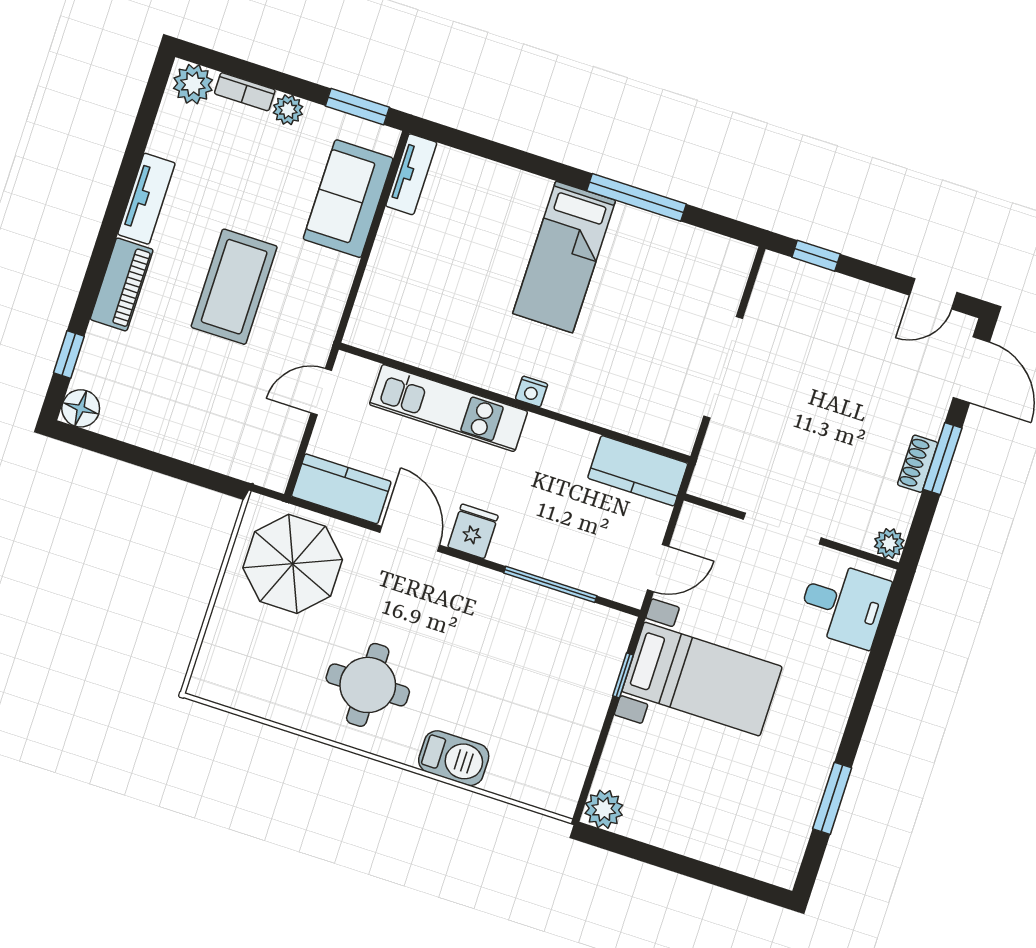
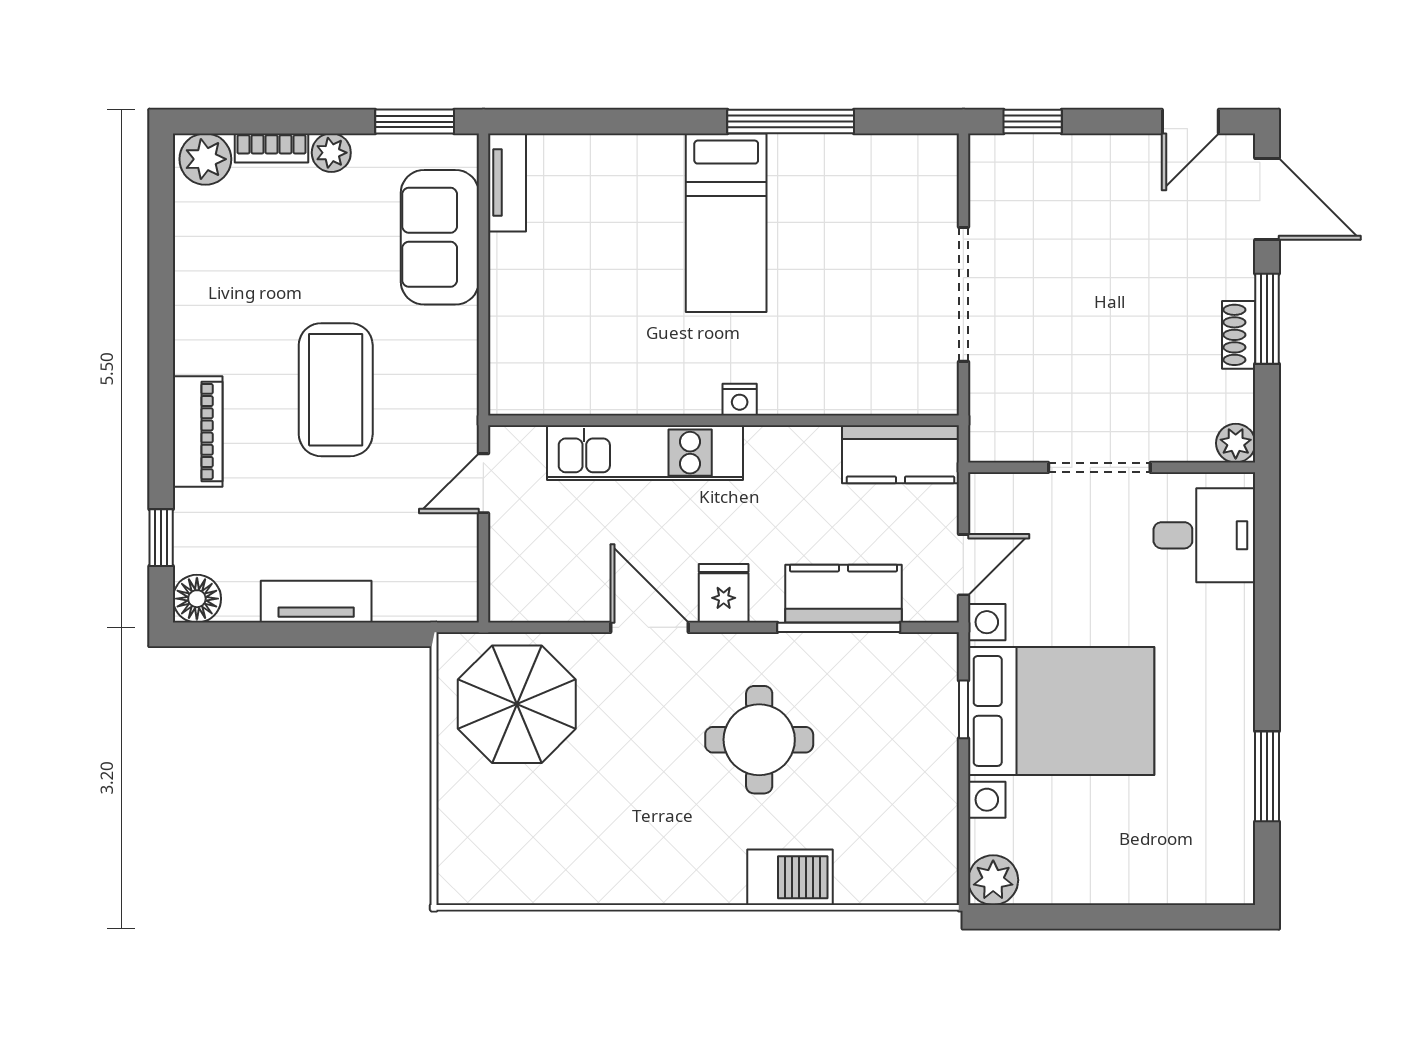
tv unit: (146, 199) -> (316, 602), moved, turned -90
kitchen counter: (341, 489) -> (843, 594), moved
bed with nightstands: (702, 679) -> (1061, 711), width x1.36
round table: (368, 685) -> (759, 740), moved

